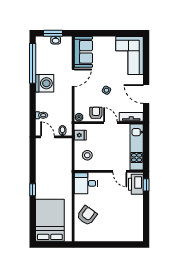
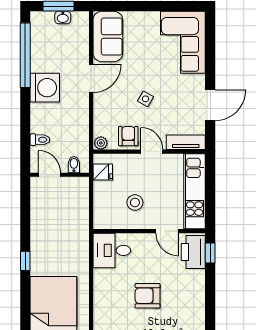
door: (146, 94) -> (210, 105), swing flipped
stool: (87, 155) -> (135, 203), moved
armchair: (87, 215) -> (148, 296), moved, turned -126

